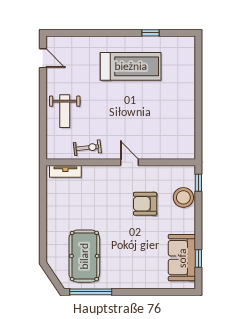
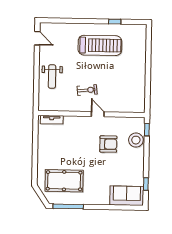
exercise bike: (87, 148) -> (87, 90), moved
armchair: (145, 204) -> (108, 144), turned 180
pool table: (84, 256) -> (64, 181), turned 90
sofa: (182, 258) -> (127, 196), moved, turned 90

